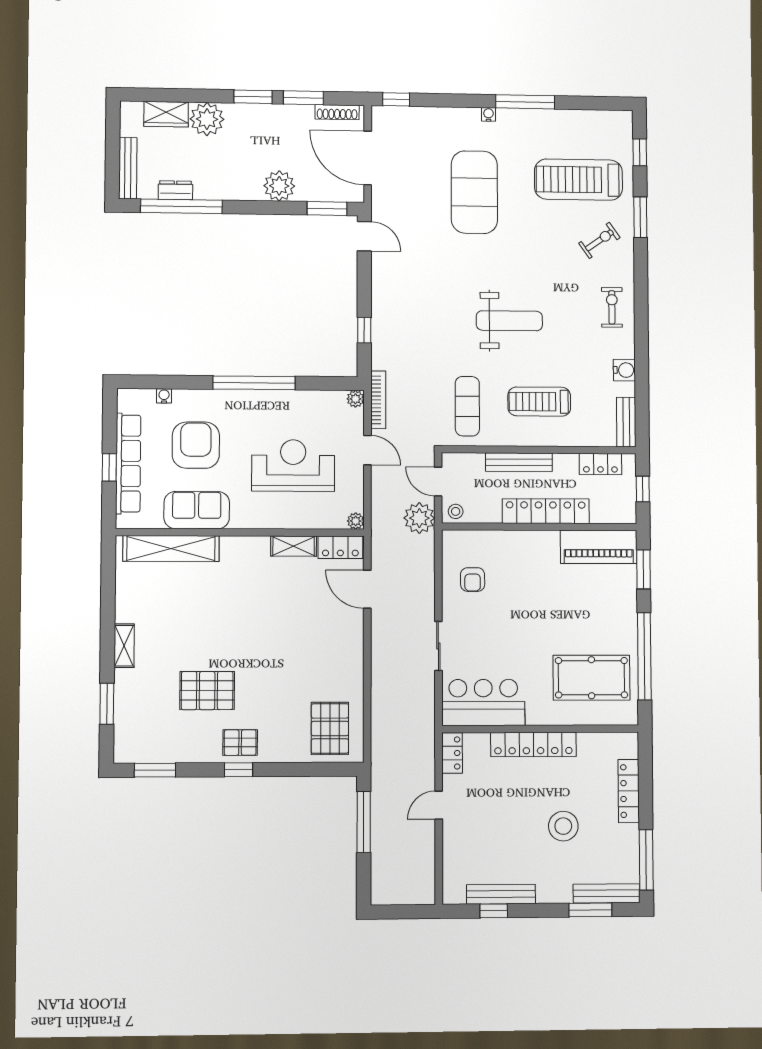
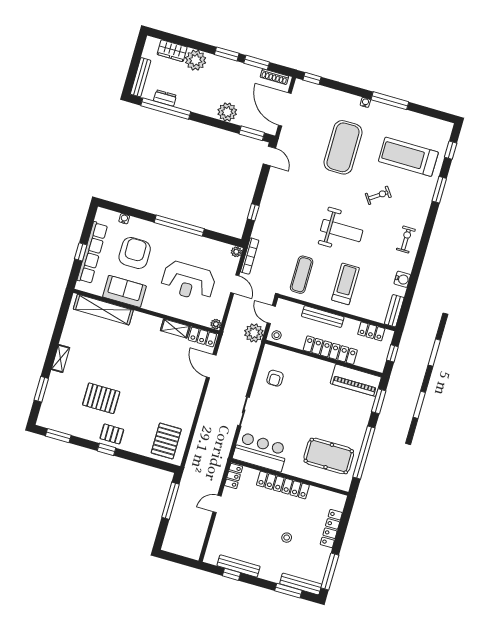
exercise bike: (599, 240) -> (378, 195), moved
treadmill: (539, 402) -> (345, 284), turned 90
reception desk: (293, 466) -> (188, 281), turned 180
stool: (563, 826) -> (287, 538), width x0.53, depth x0.53

